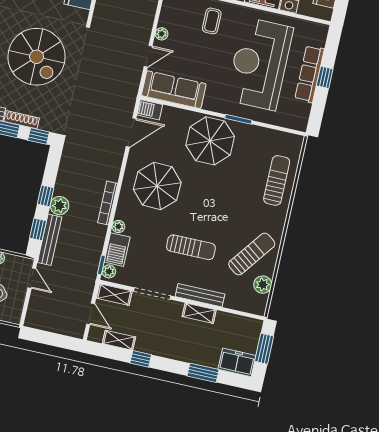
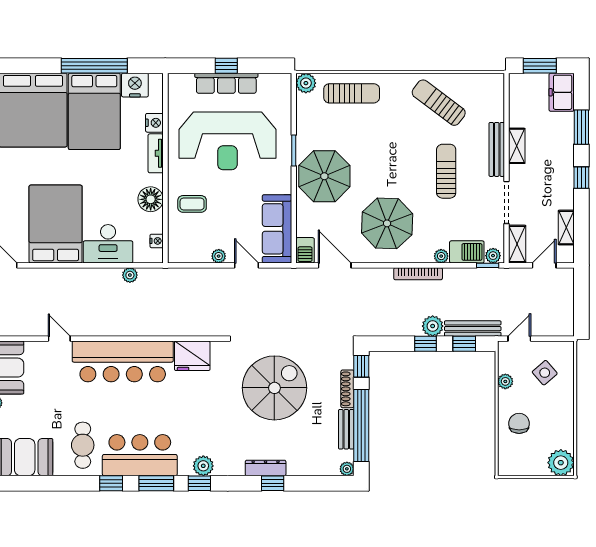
sun lounger: (277, 180) -> (352, 93), turned 180
plant: (263, 285) -> (306, 83), moved
window: (141, 359) -> (581, 178), moved

